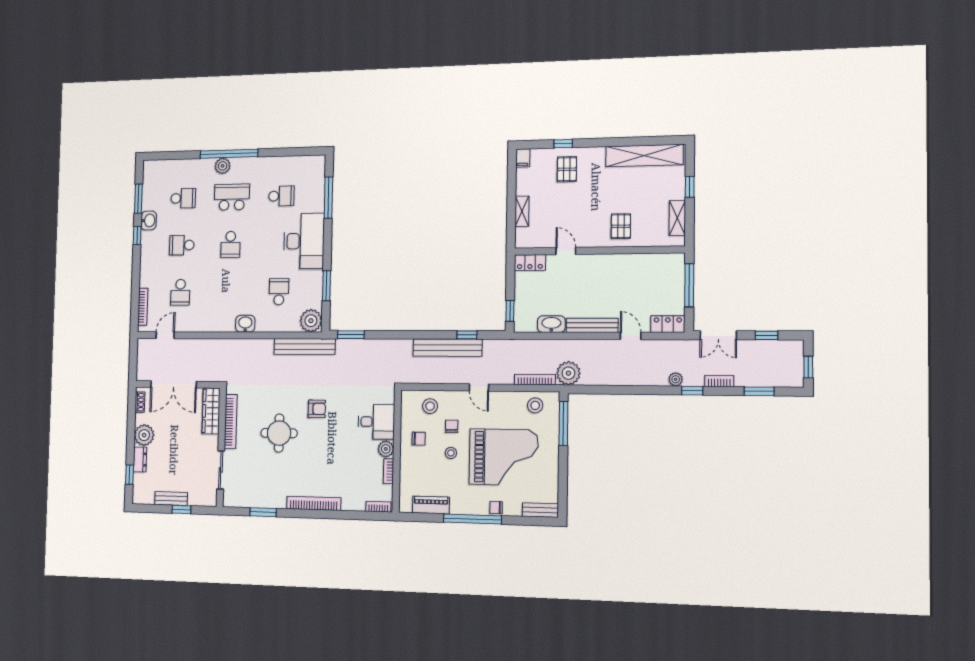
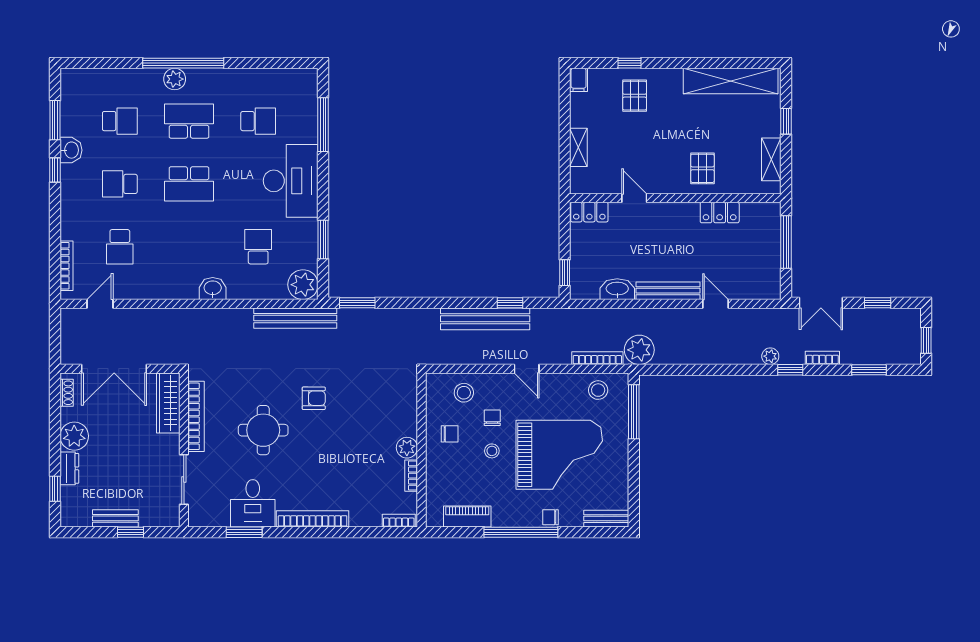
school desk: (231, 244) -> (189, 184), width x1.85
locker: (668, 324) -> (720, 213), moved, turned 180
desk: (376, 422) -> (253, 503), moved, turned 90

